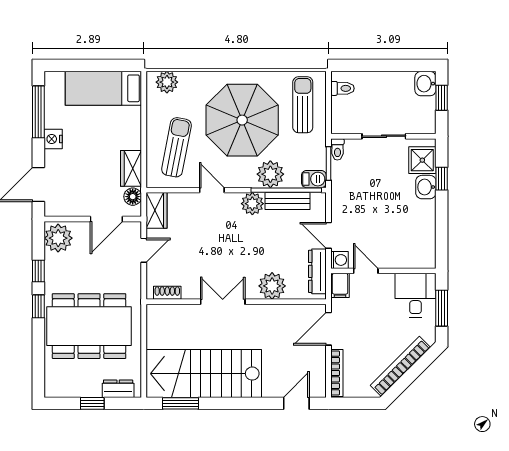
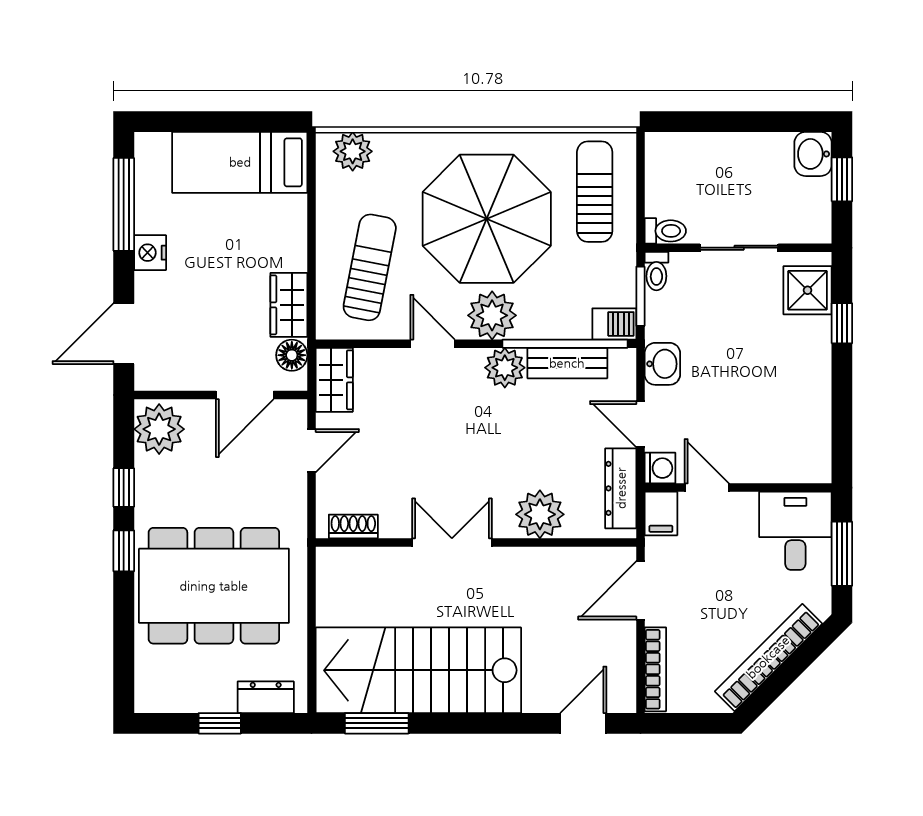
toilet: (342, 88) -> (665, 231), moved
plant: (270, 174) -> (492, 315), moved
washbasin: (426, 187) -> (662, 364), moved, turned 180

